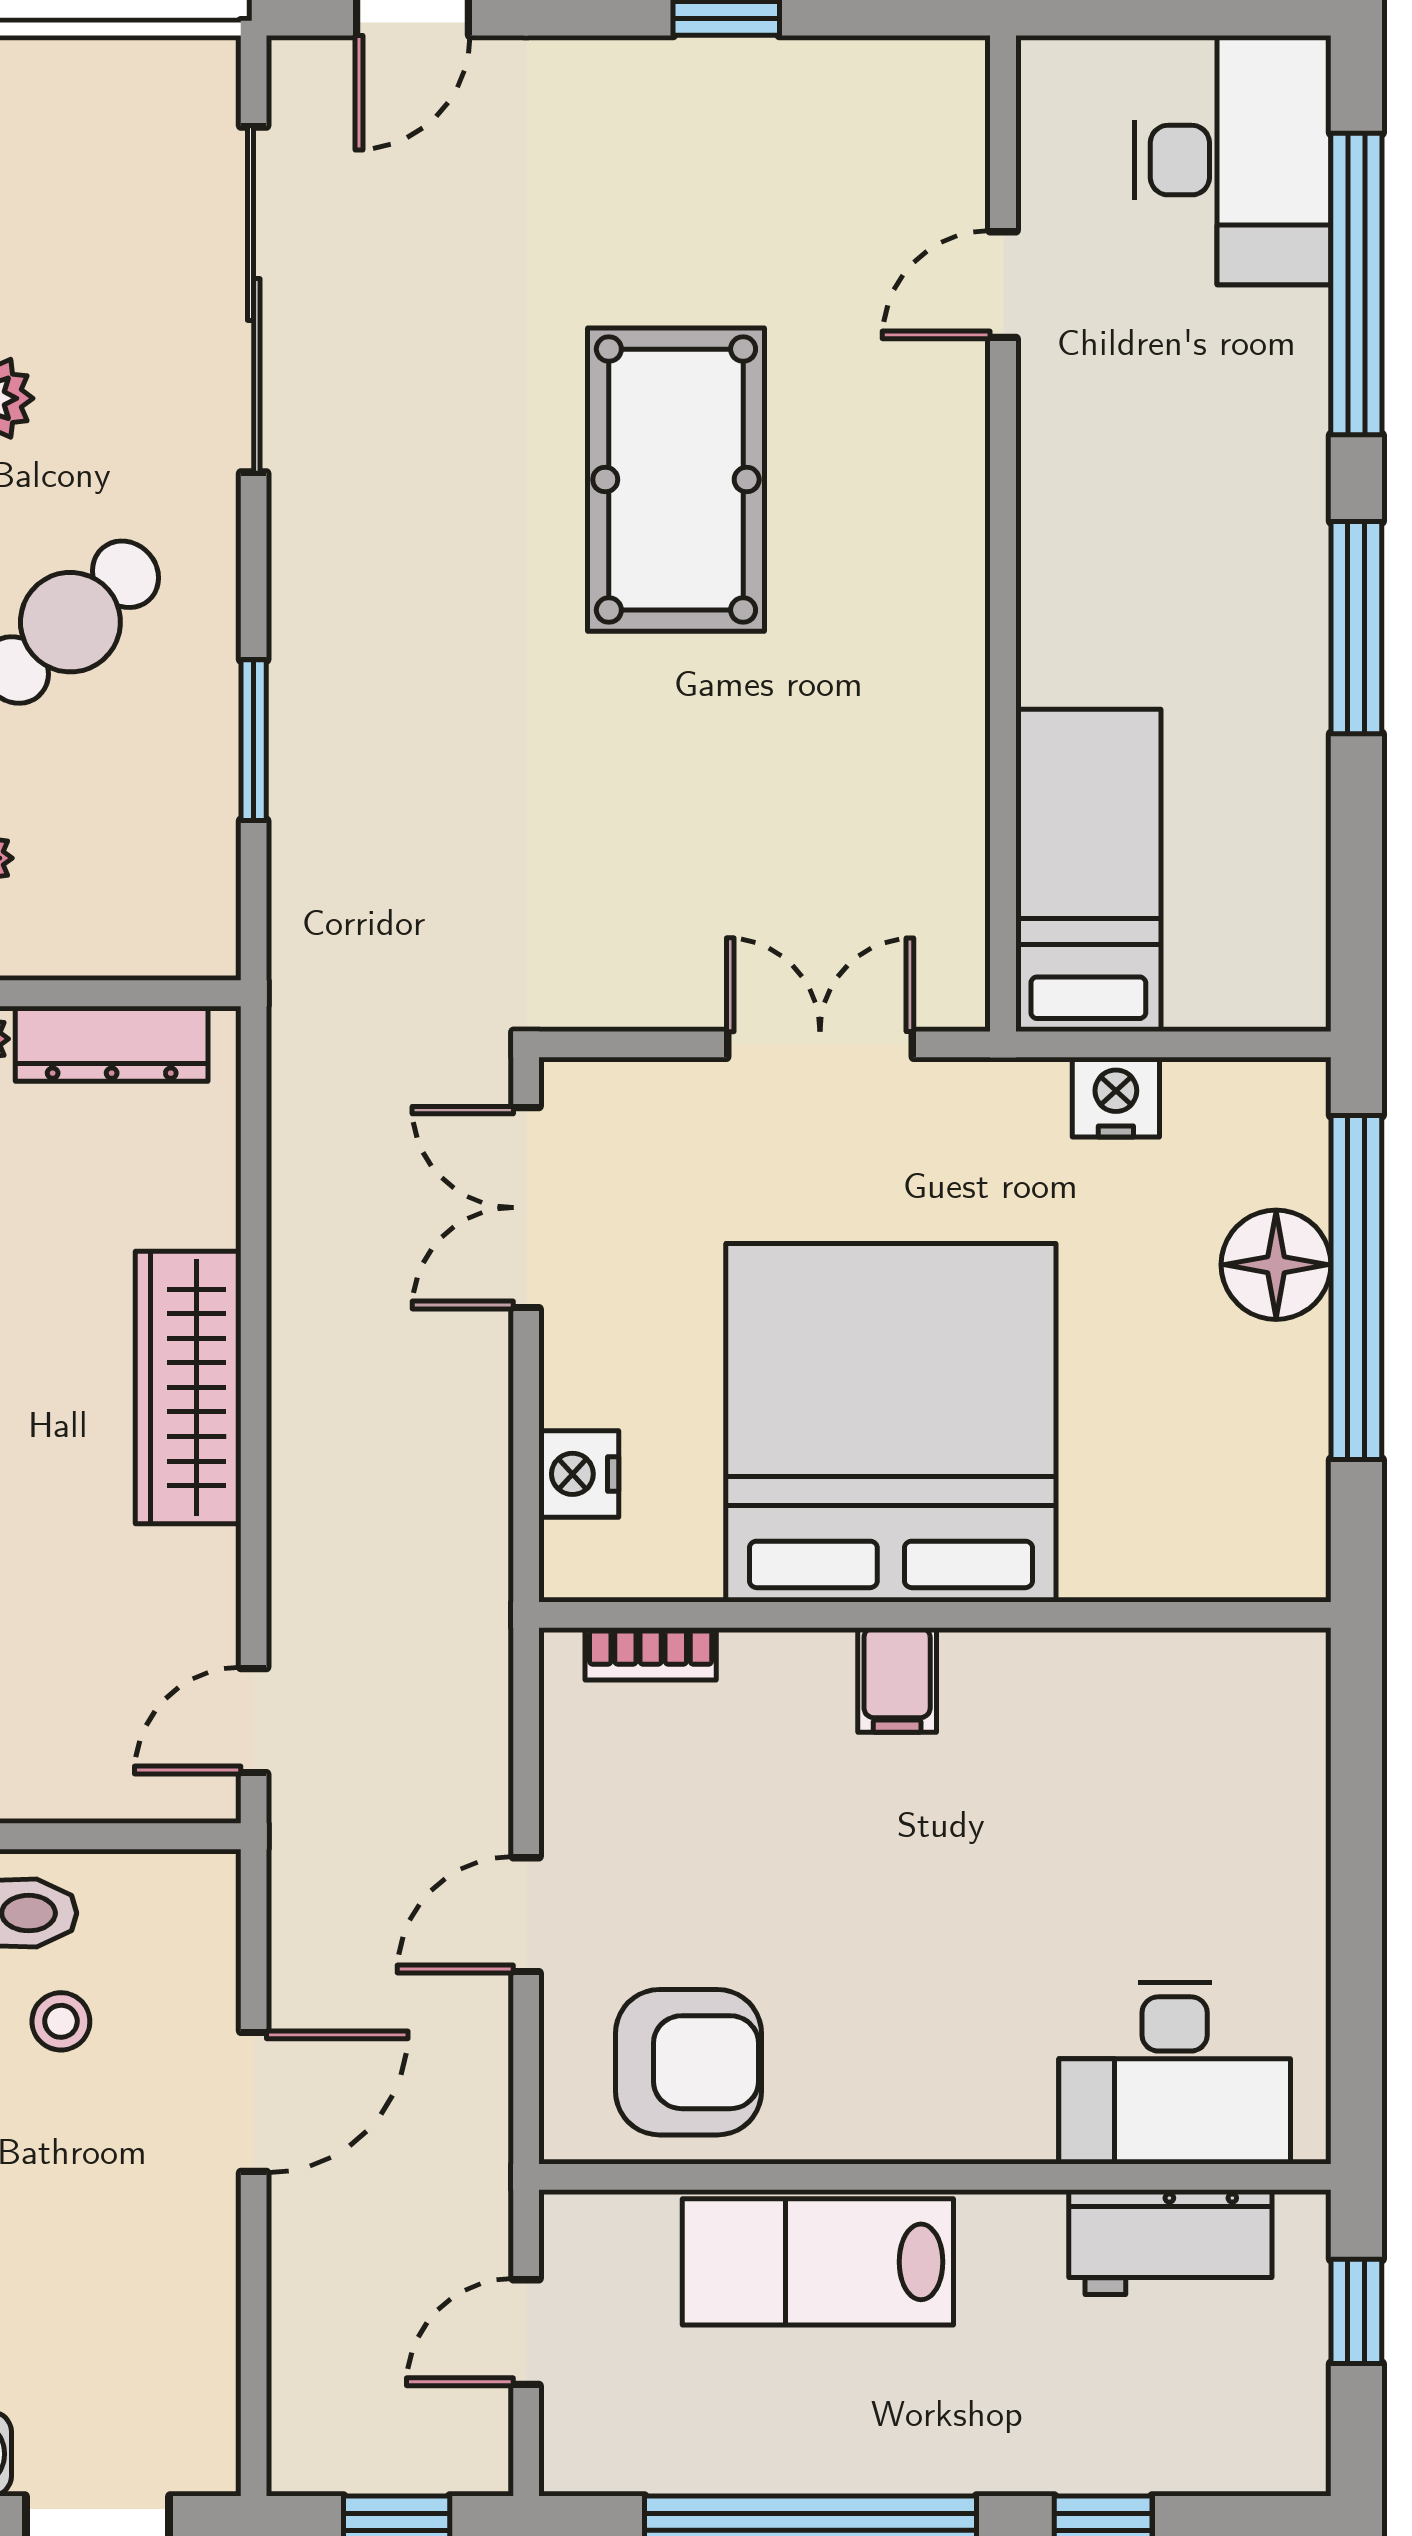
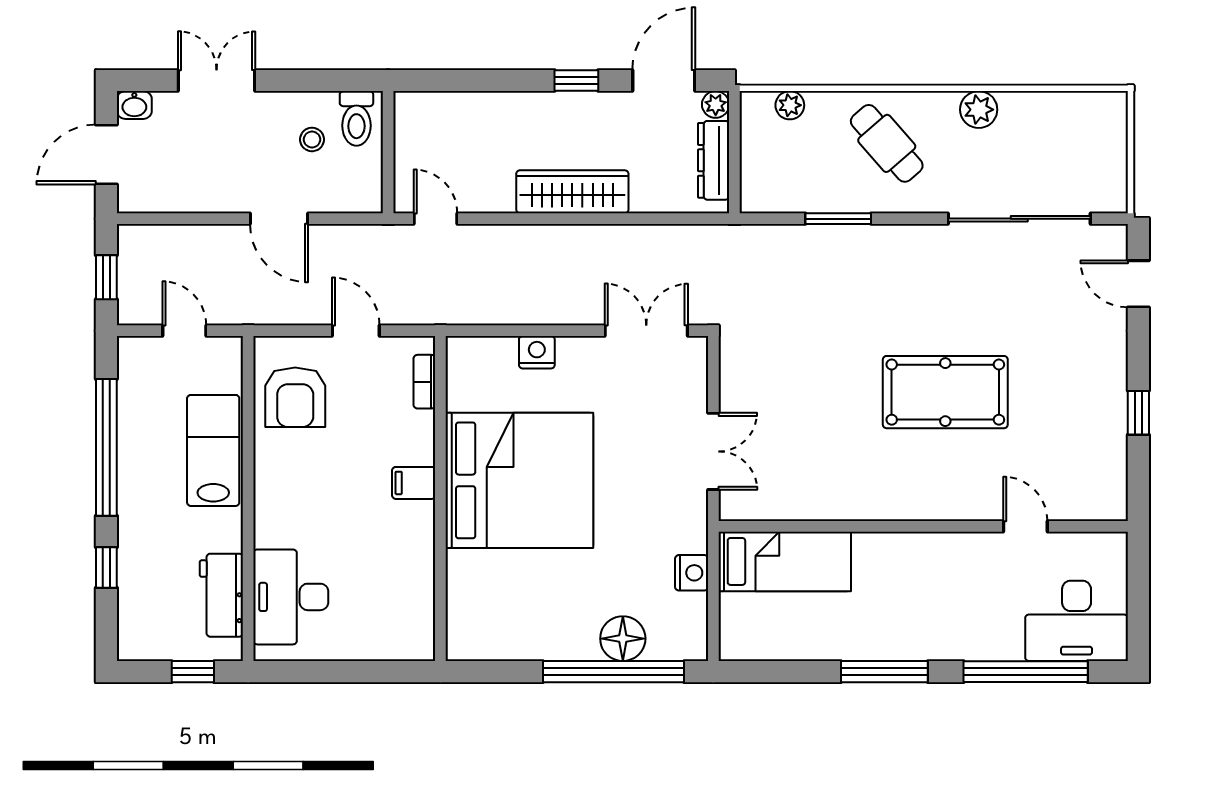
bed: (891, 1423) -> (519, 480), moved
wall: (935, 1615) -> (440, 498), moved
bookcase: (651, 1654) -> (424, 382), moved
filing cabinet: (897, 1680) -> (414, 483), moved

